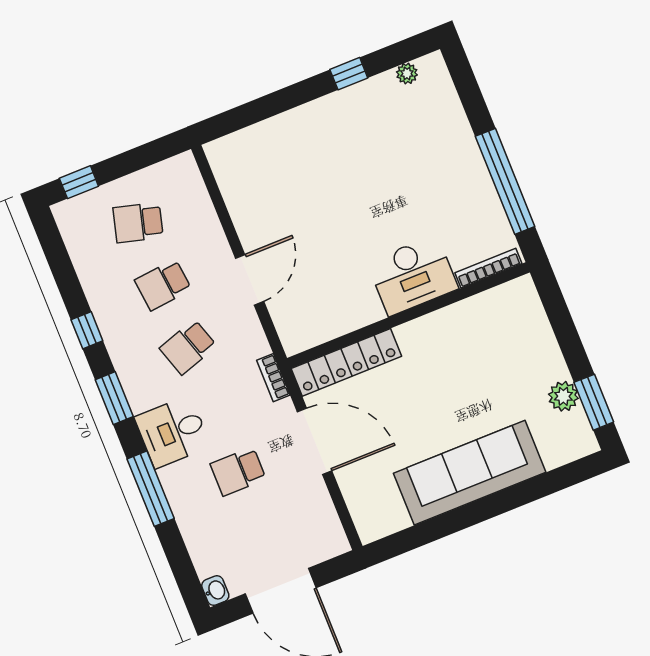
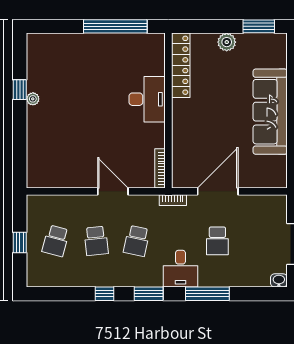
plant: (407, 73) -> (33, 99), moved
window: (79, 182) -> (20, 243), moved
bookcase: (488, 268) -> (160, 168), moved
school desk: (188, 347) -> (137, 241), turned 30
locker: (346, 362) -> (181, 65), moved
plant: (563, 396) -> (227, 42), moved

